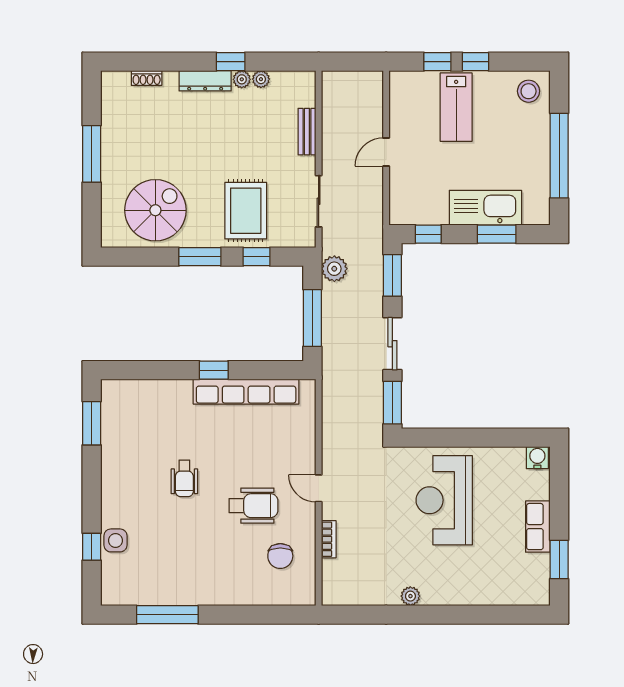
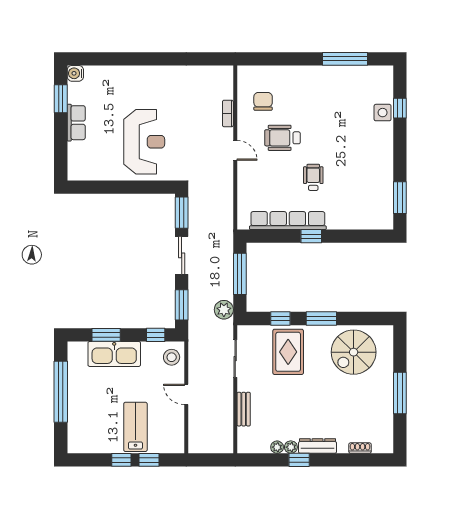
stool: (529, 91) -> (172, 357), moved
door: (386, 152) -> (186, 394), swing flipped
water cooler: (537, 458) -> (75, 73), moved, turned 90
wheelchair: (184, 478) -> (313, 177), moved
plant: (410, 596) -> (169, 72), removed

